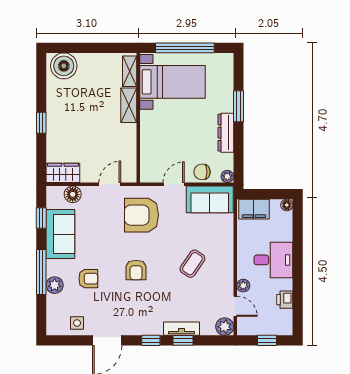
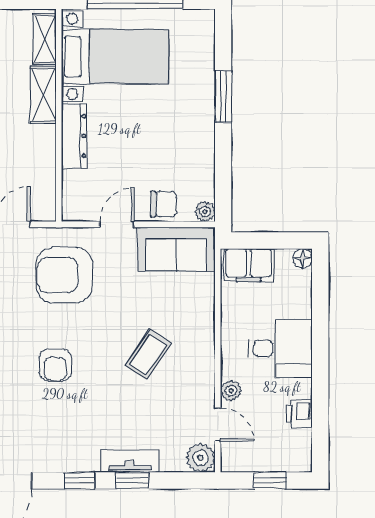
dresser: (226, 133) -> (74, 136), moved, turned 180
chair: (202, 172) -> (163, 204), turned 180

